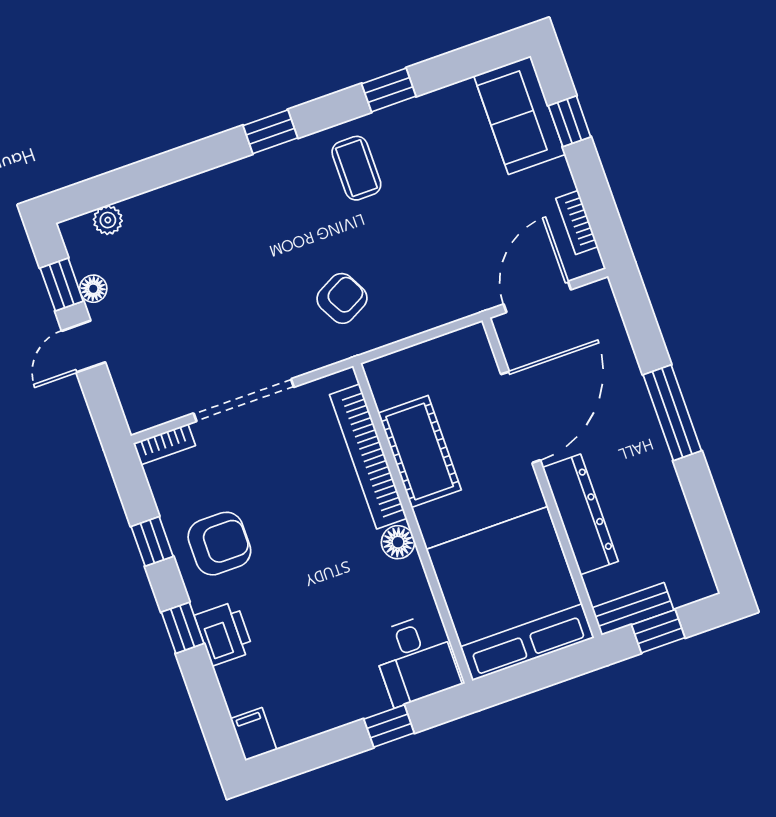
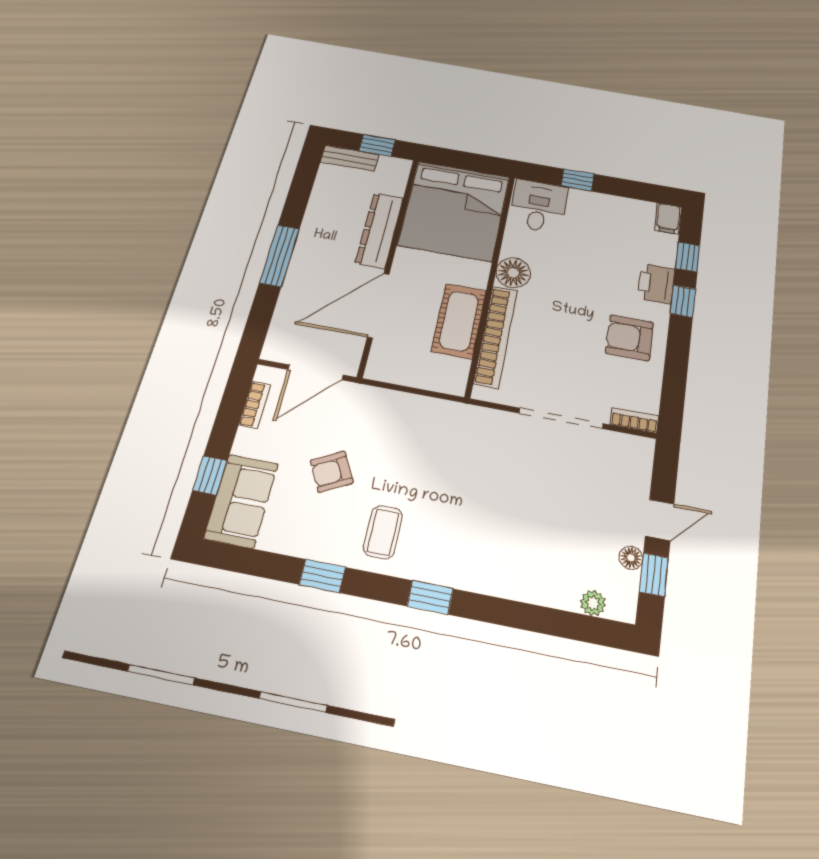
armchair: (342, 298) -> (332, 472), moved
window: (152, 541) -> (688, 257), moved
floor lamp: (398, 542) -> (513, 273), width x1.38, depth x1.38
bench: (633, 609) -> (350, 158), moved

